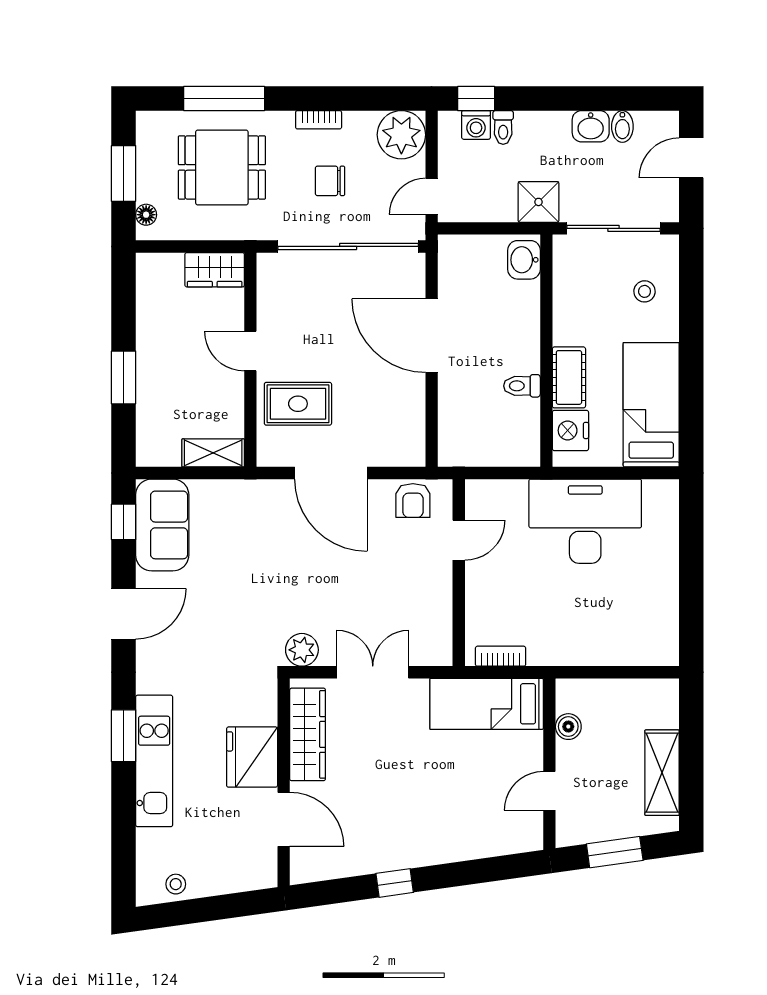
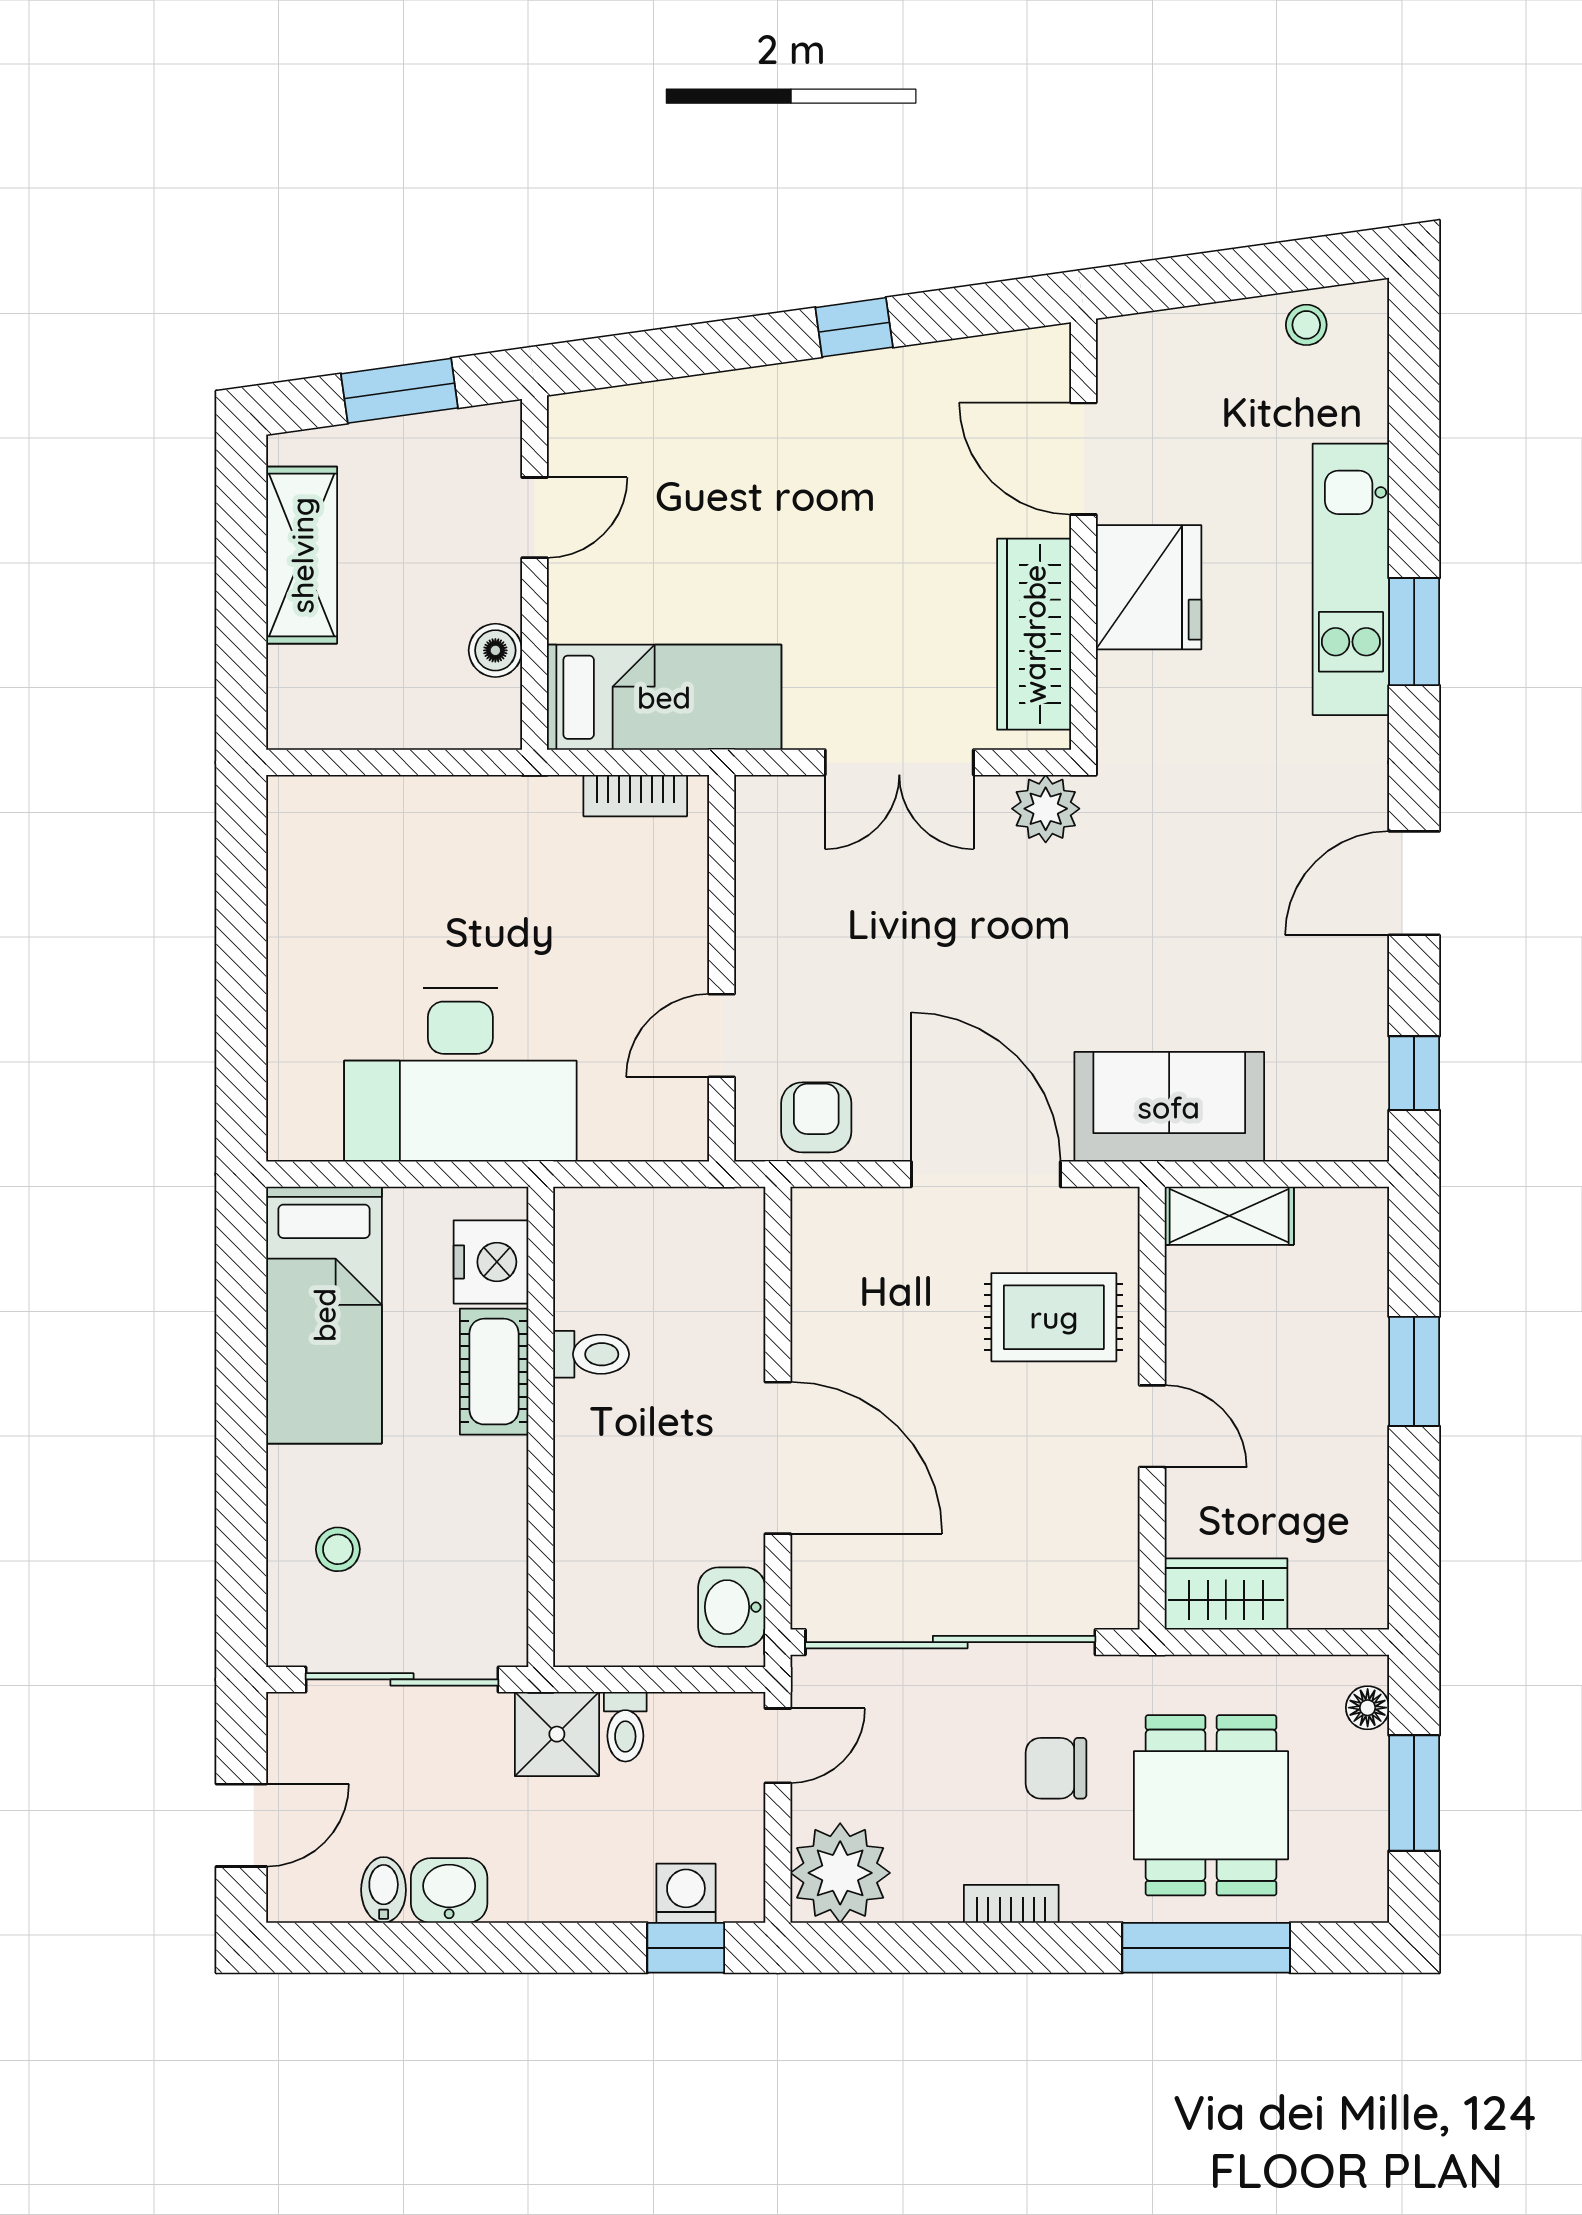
toilet: (503, 127) -> (625, 1727), moved, turned 180
dining table: (222, 167) -> (1211, 1805), turned 90
chair: (330, 181) -> (1056, 1768), moved, turned 180
washbasin: (524, 260) -> (732, 1607), moved, turned 180
sofa: (162, 525) -> (1169, 1107), moved, turned 90

